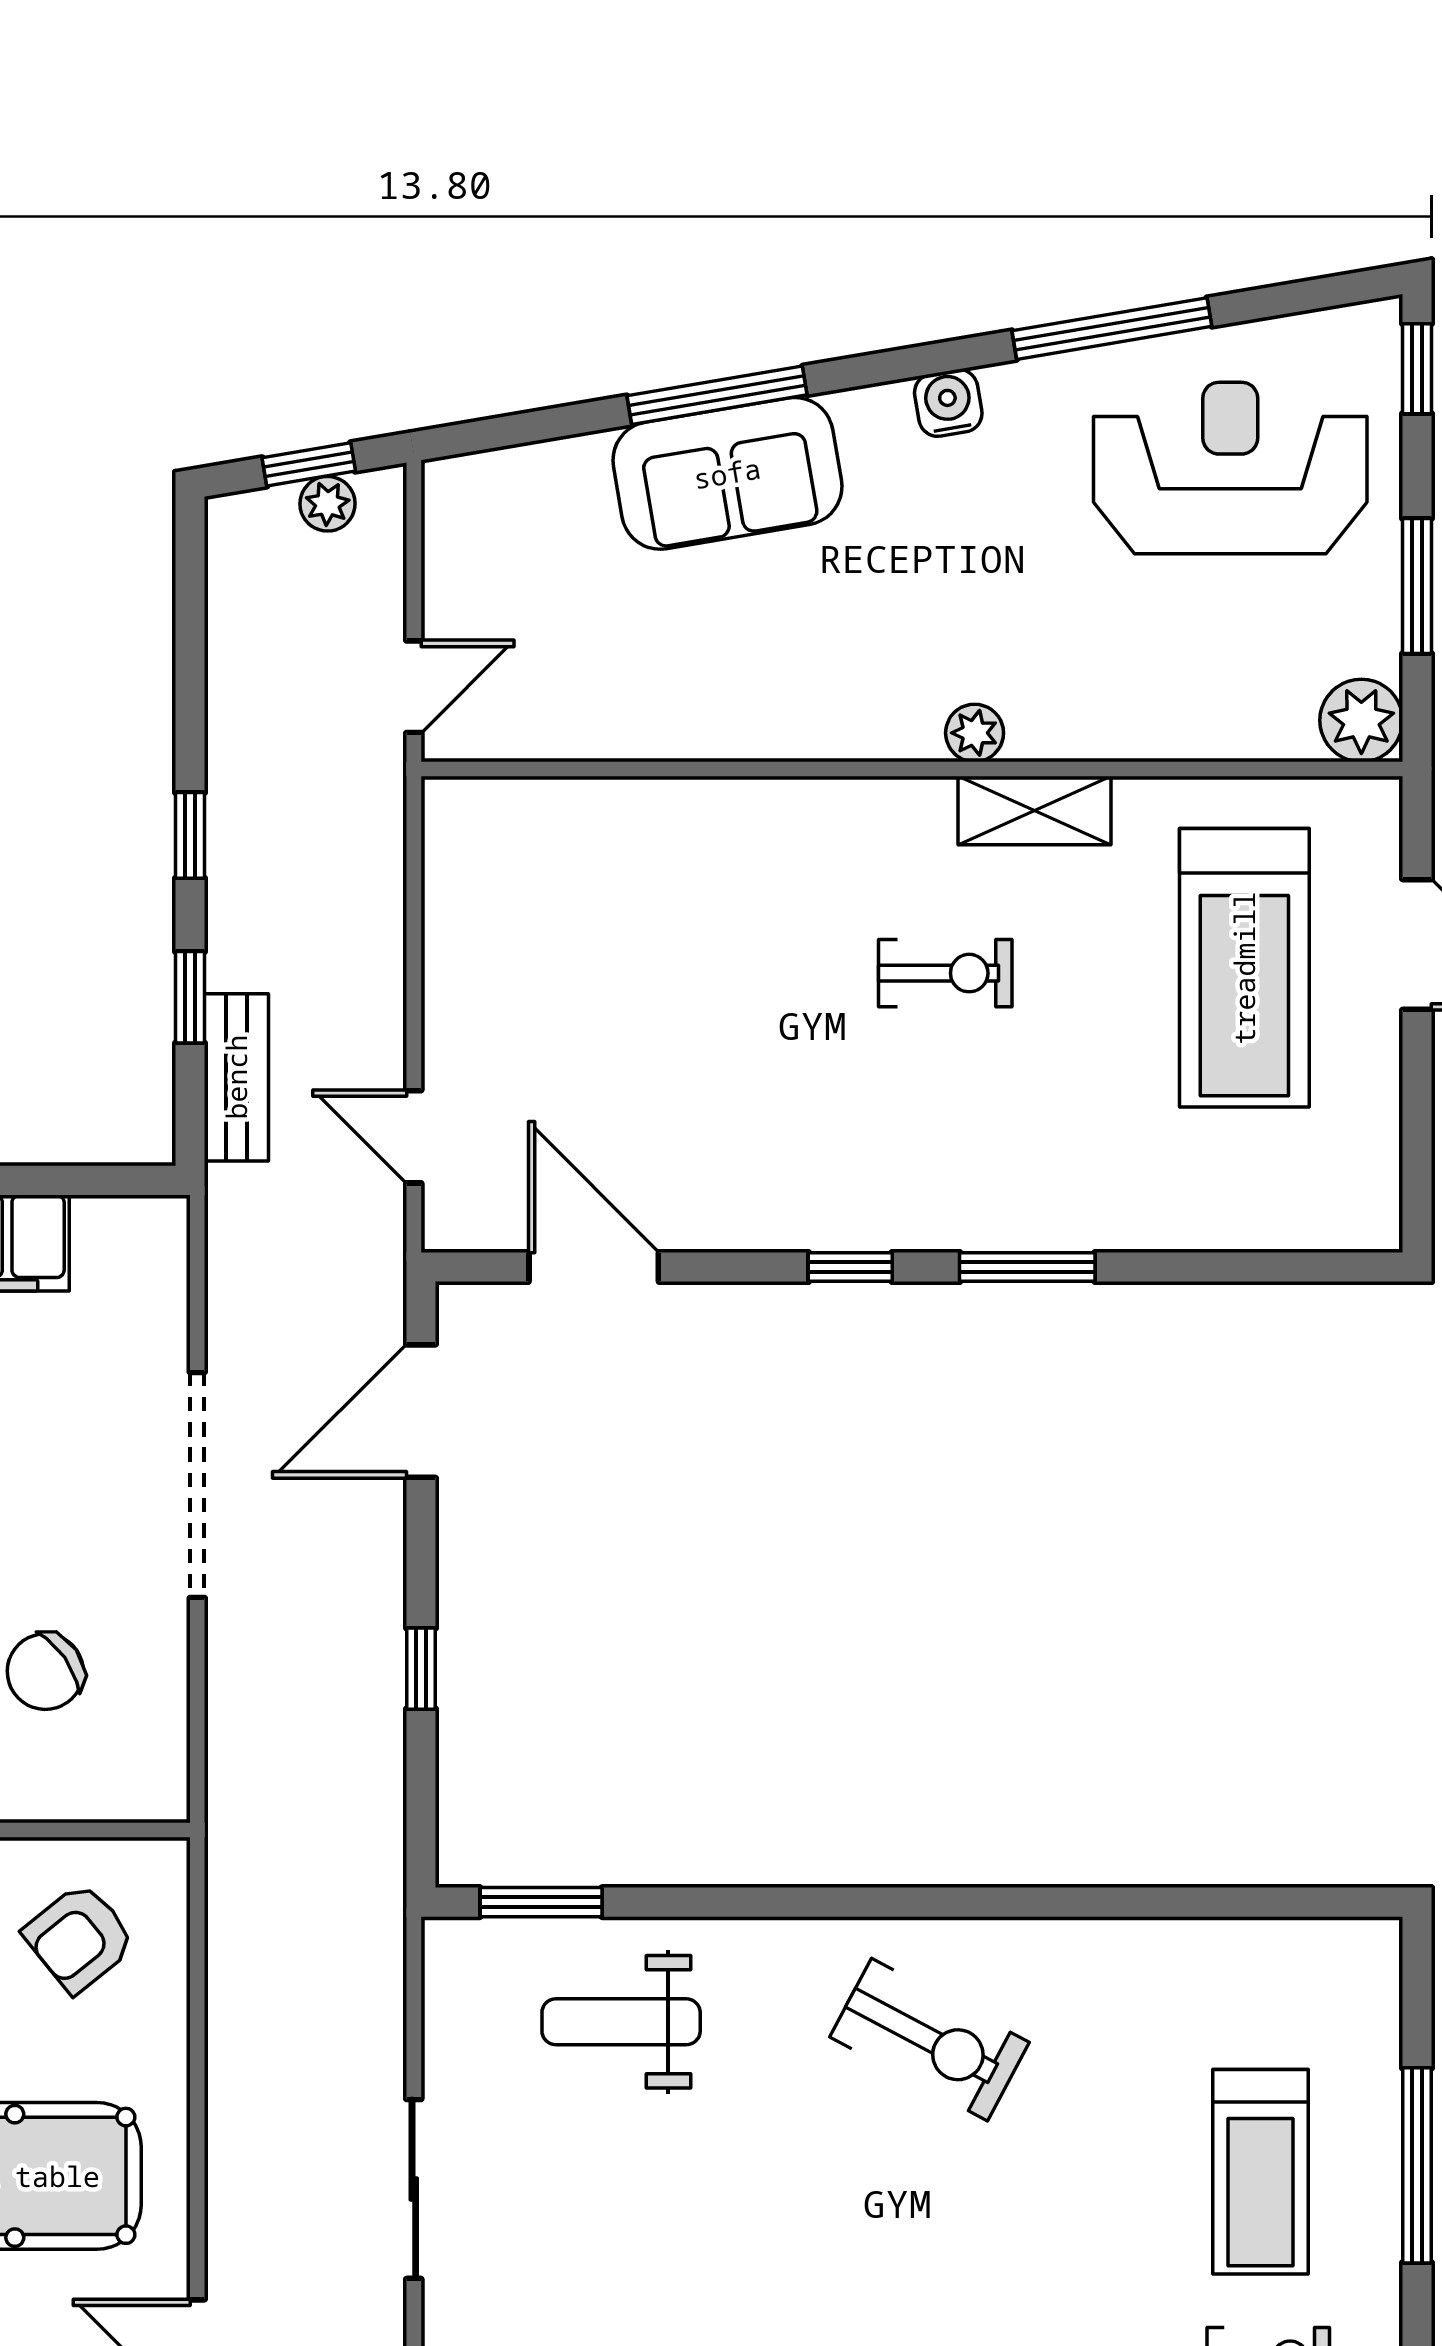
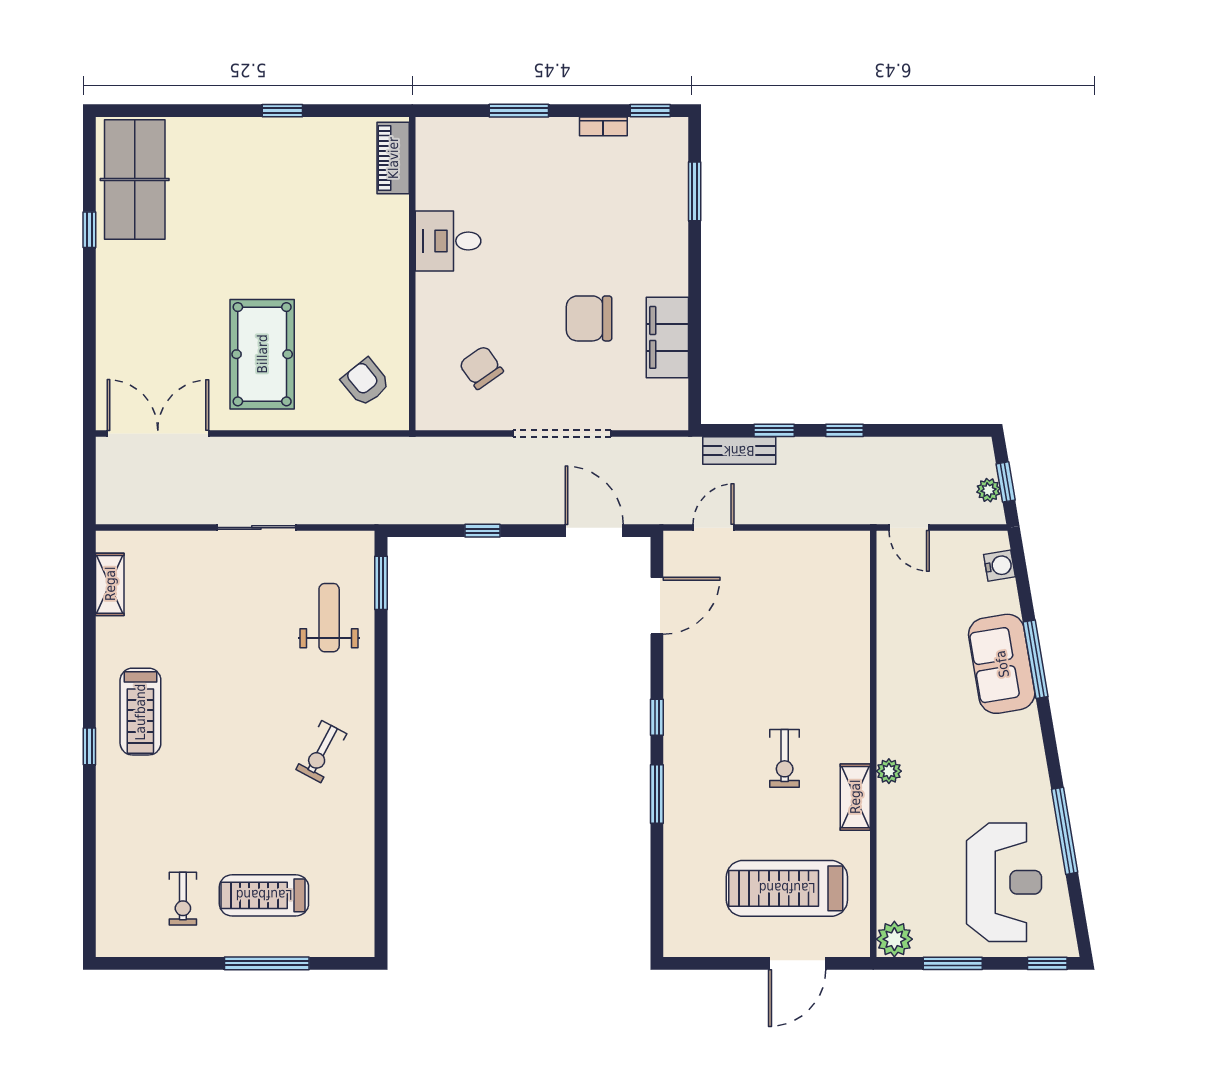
water cooler: (948, 403) -> (999, 566), moved
exercise bike: (929, 2040) -> (321, 752), width x0.73, depth x0.72

